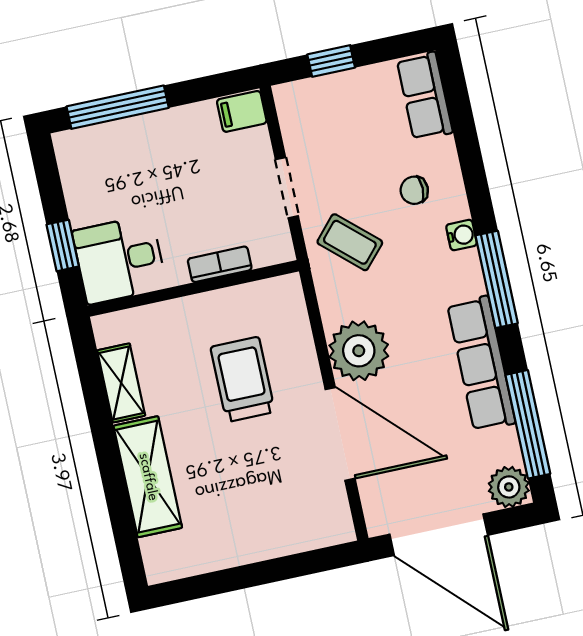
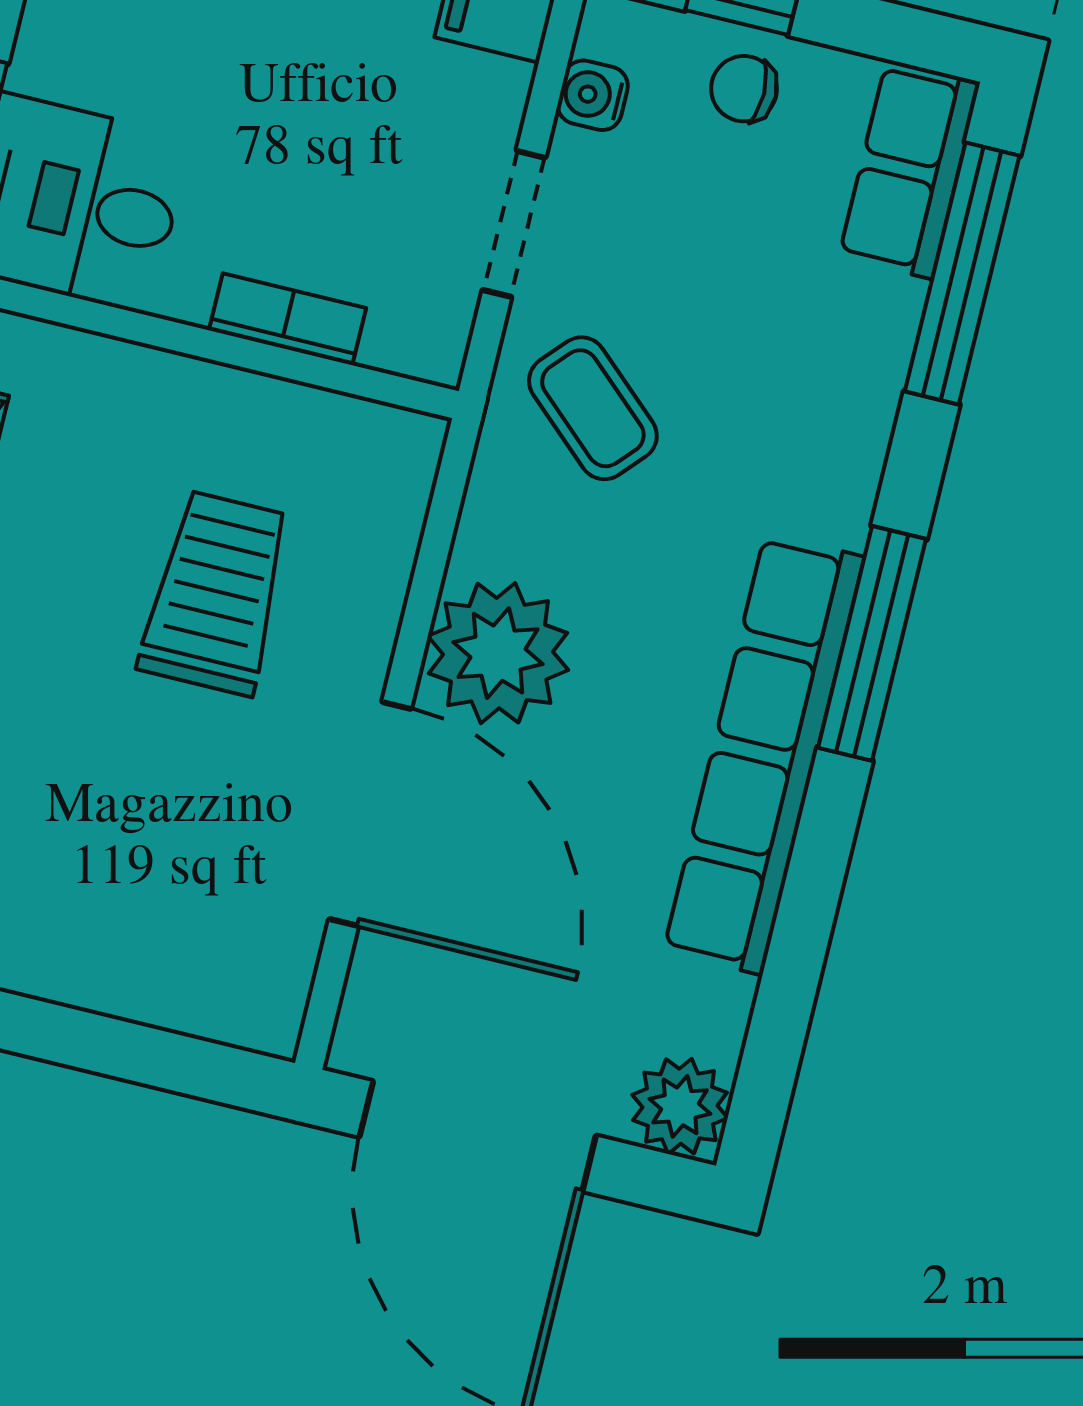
chair: (414, 190) -> (744, 89), moved
water cooler: (462, 235) -> (593, 95), moved, turned 180
row of seats: (481, 364) -> (764, 754), width x1.36
window: (528, 424) -> (962, 273), moved

